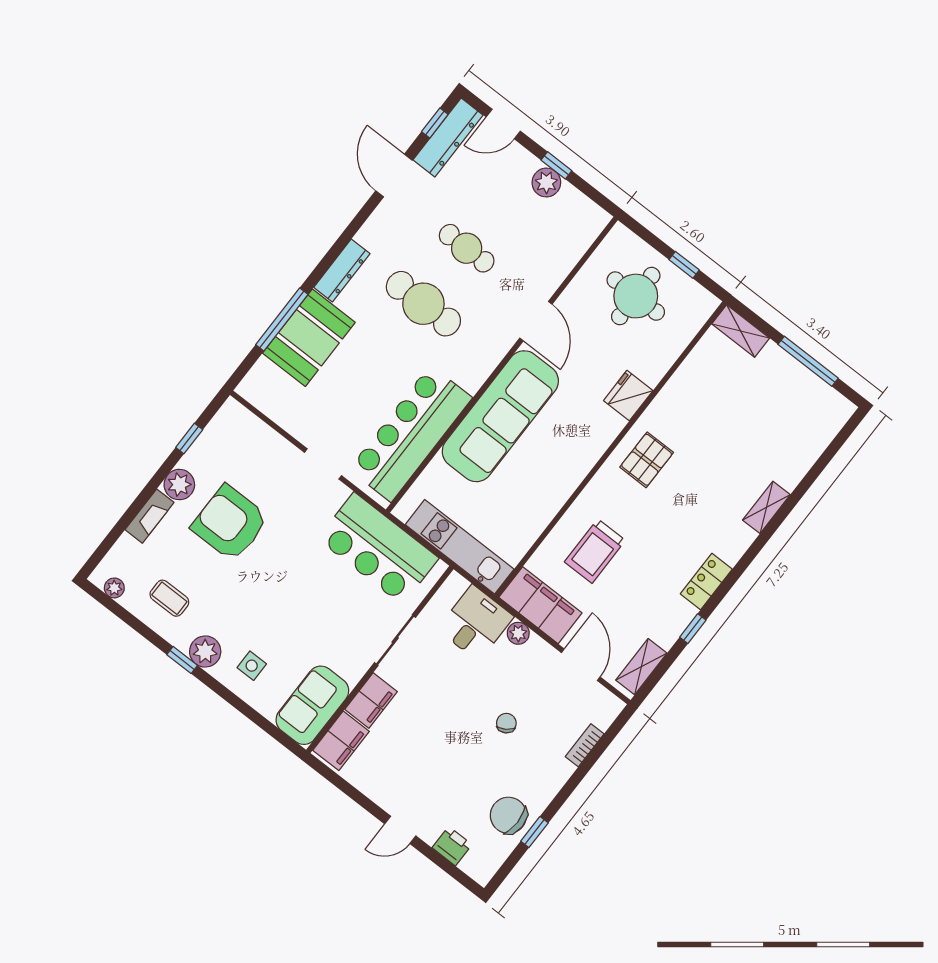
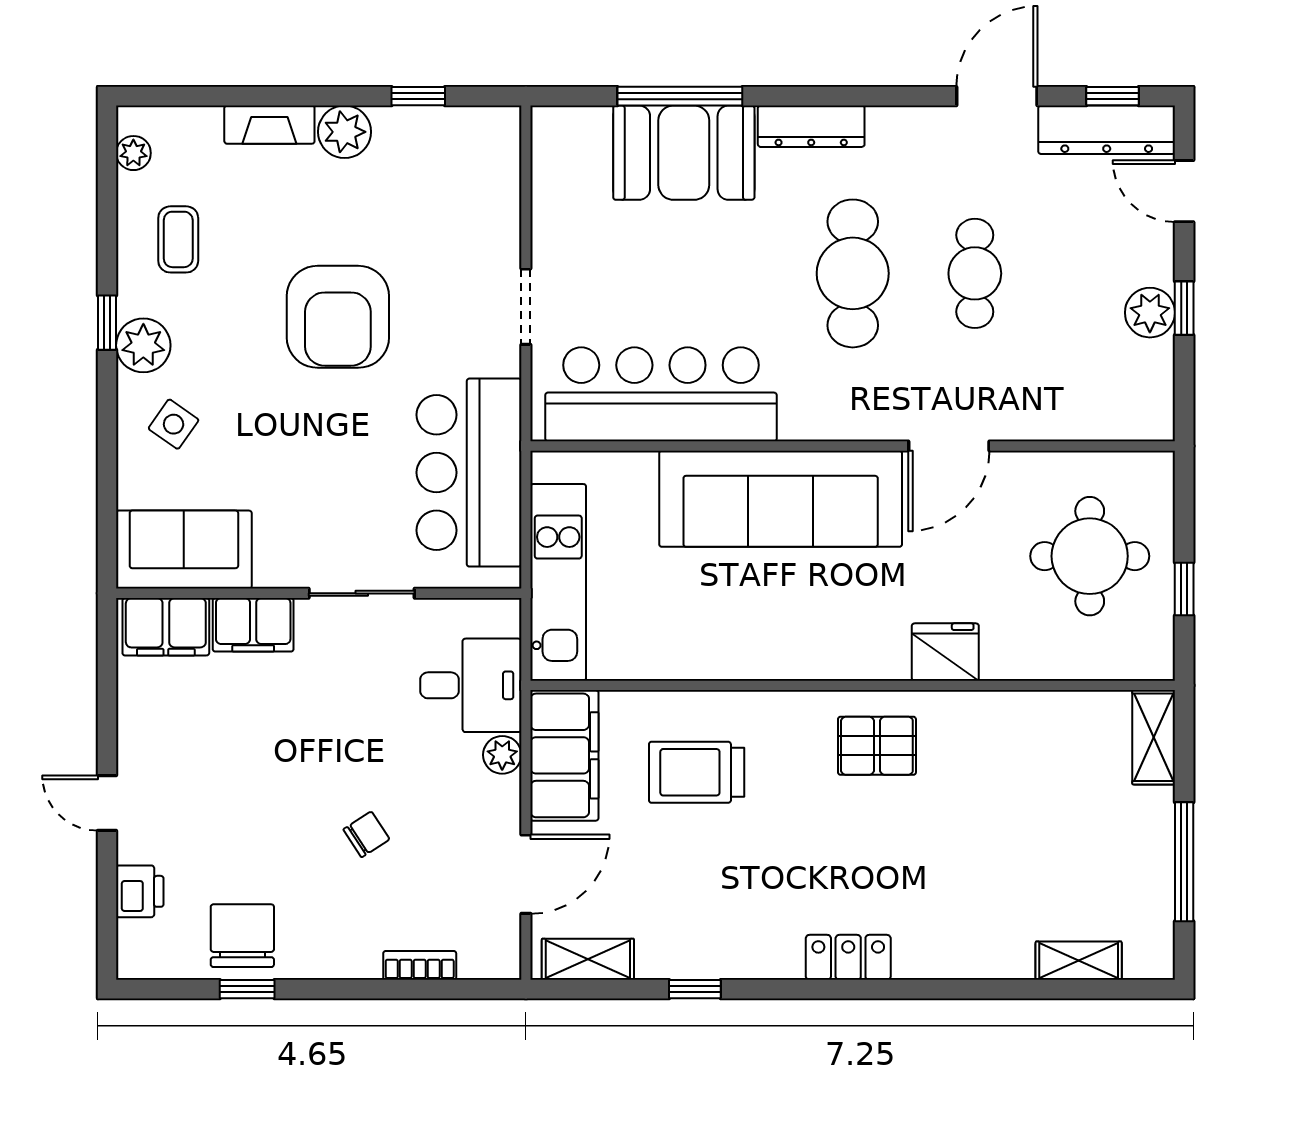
shelving: (766, 507) -> (1079, 961), moved
armchair: (230, 523) -> (338, 317), moved, turned 180
locker: (706, 582) -> (848, 957), moved
side table: (252, 666) -> (174, 424), turned 35

